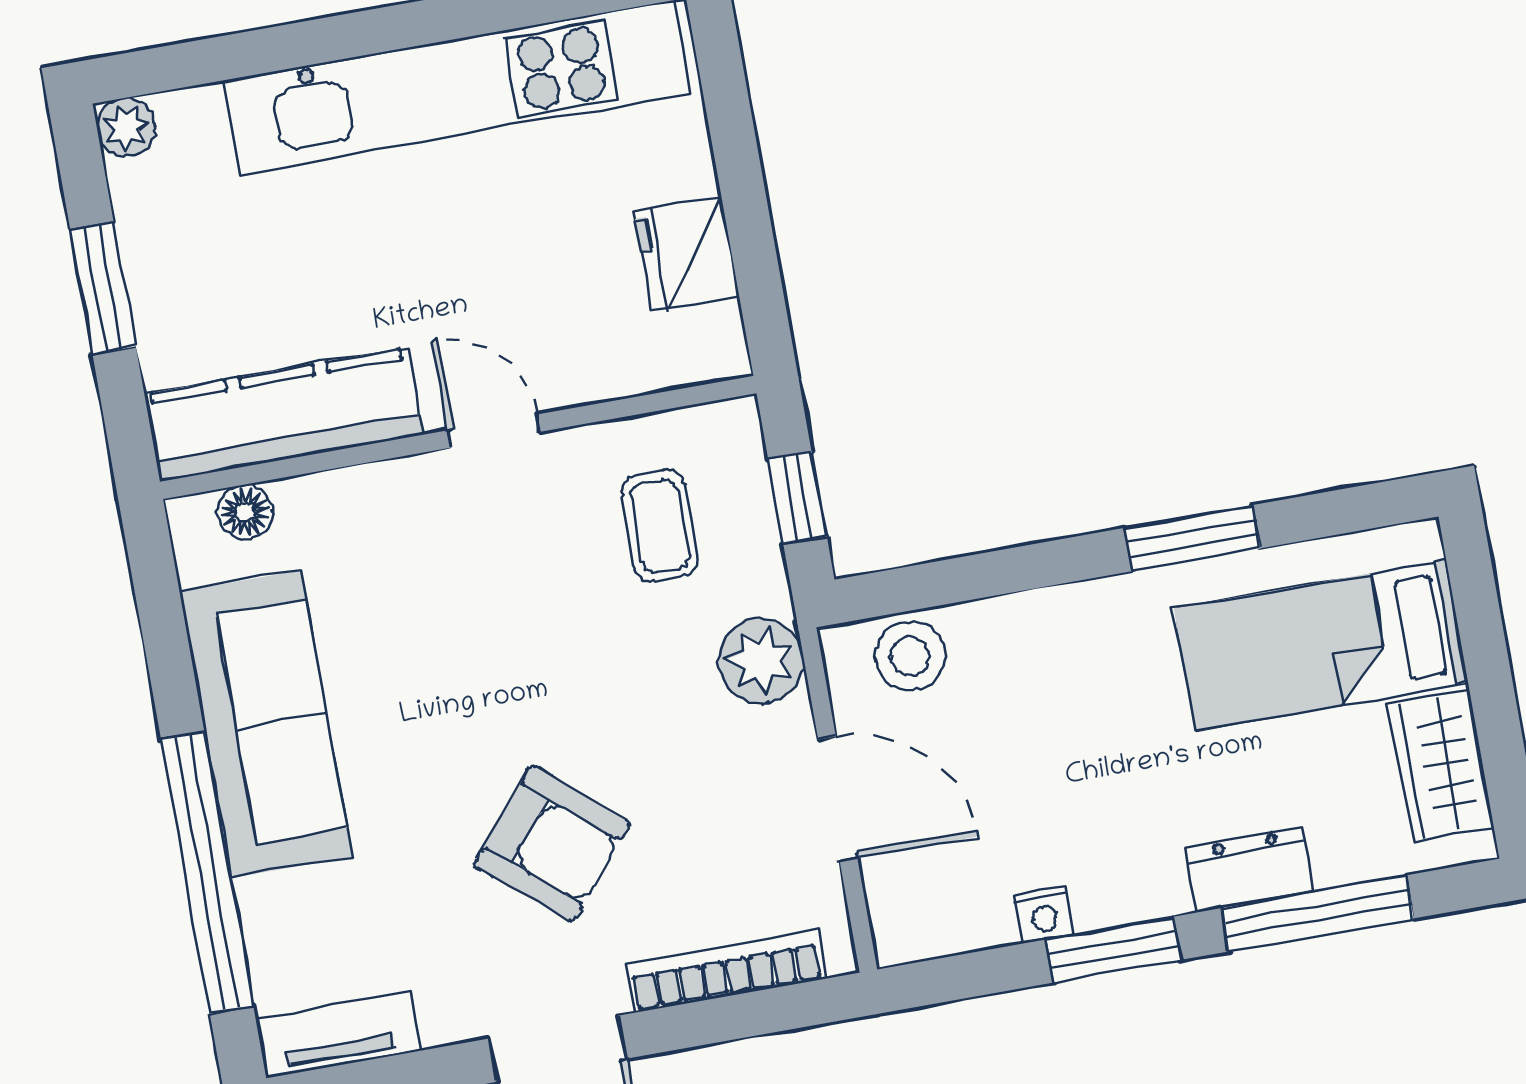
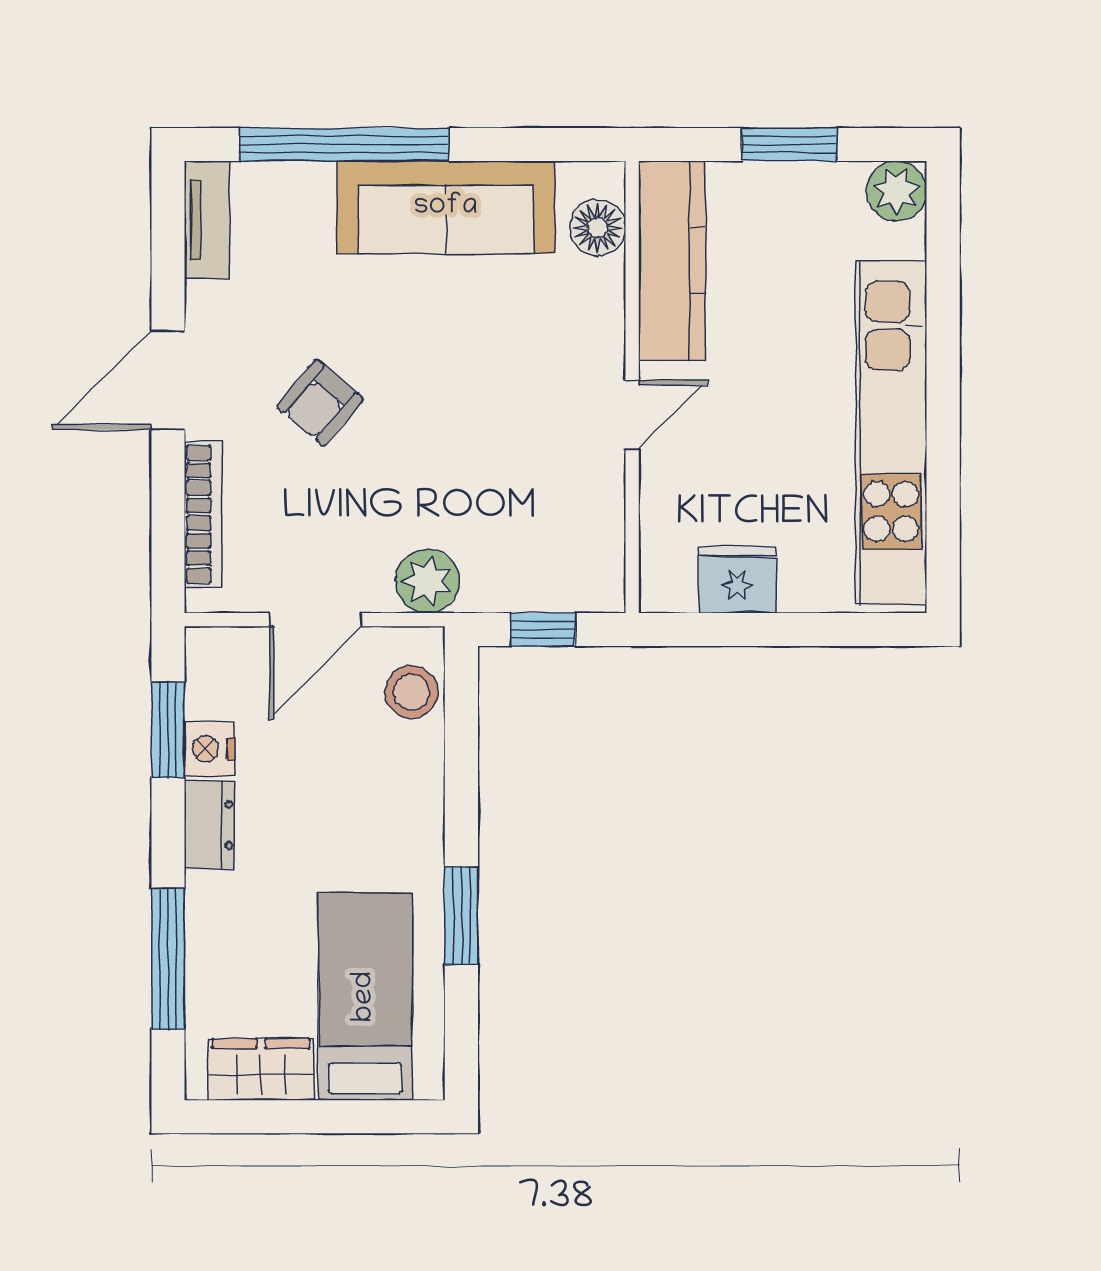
plant: (126, 127) -> (897, 191), width x1.38, depth x1.38
floor lamp: (245, 512) -> (598, 228), width x1.37, depth x1.37
coffee table: (660, 526) -> (540, 524), removed
armchair: (552, 844) -> (320, 403), width x0.72, depth x0.72
dresser: (1249, 869) -> (209, 825), moved
nightstand: (1044, 915) -> (209, 749), width x1.39, depth x1.35
window: (1114, 950) -> (168, 730), moved

